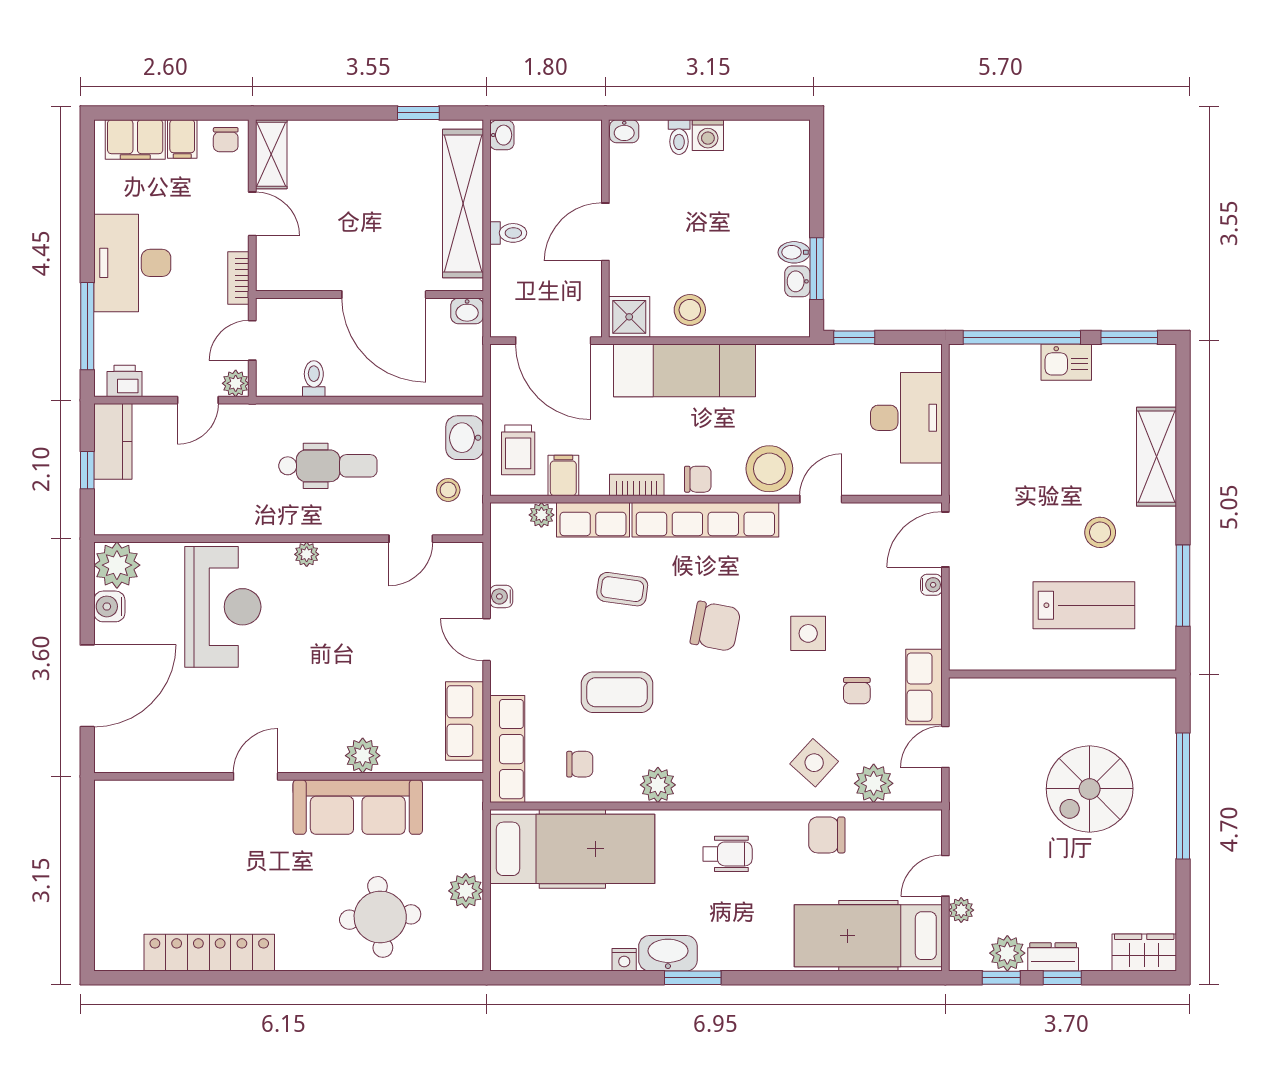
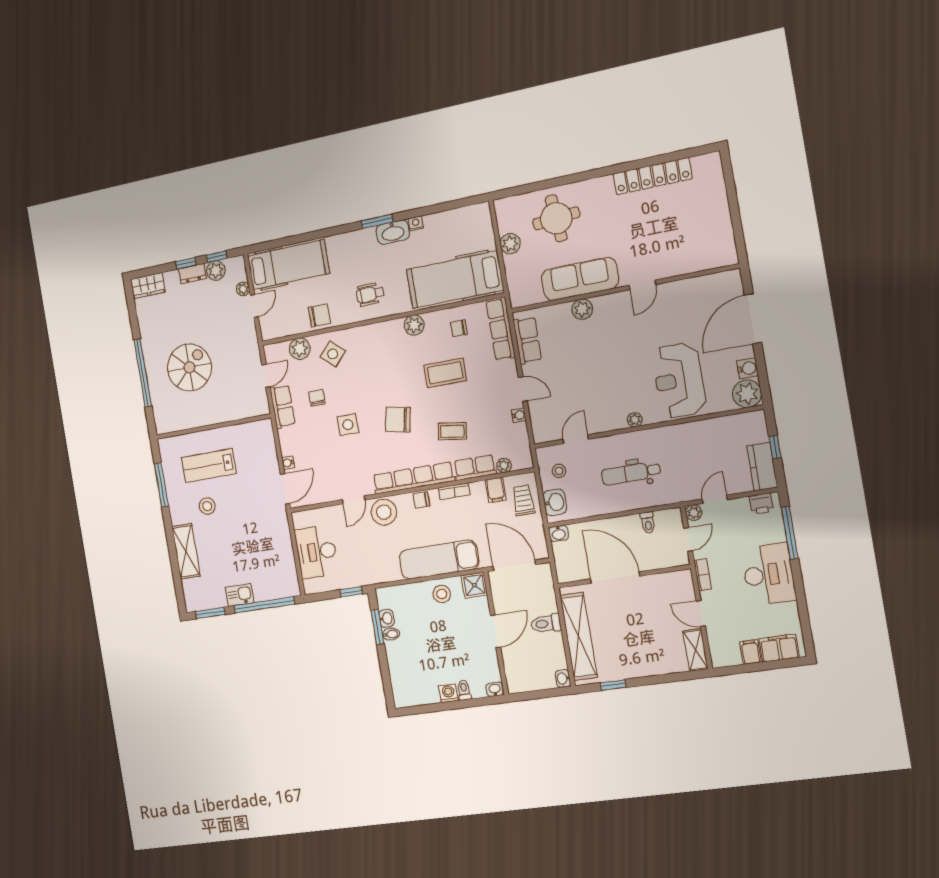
chair: (226, 140) -> (724, 655), removed
toilet: (508, 233) -> (546, 624), width x1.37, depth x1.39
washbasin: (467, 311) -> (559, 533), moved, turned 180

